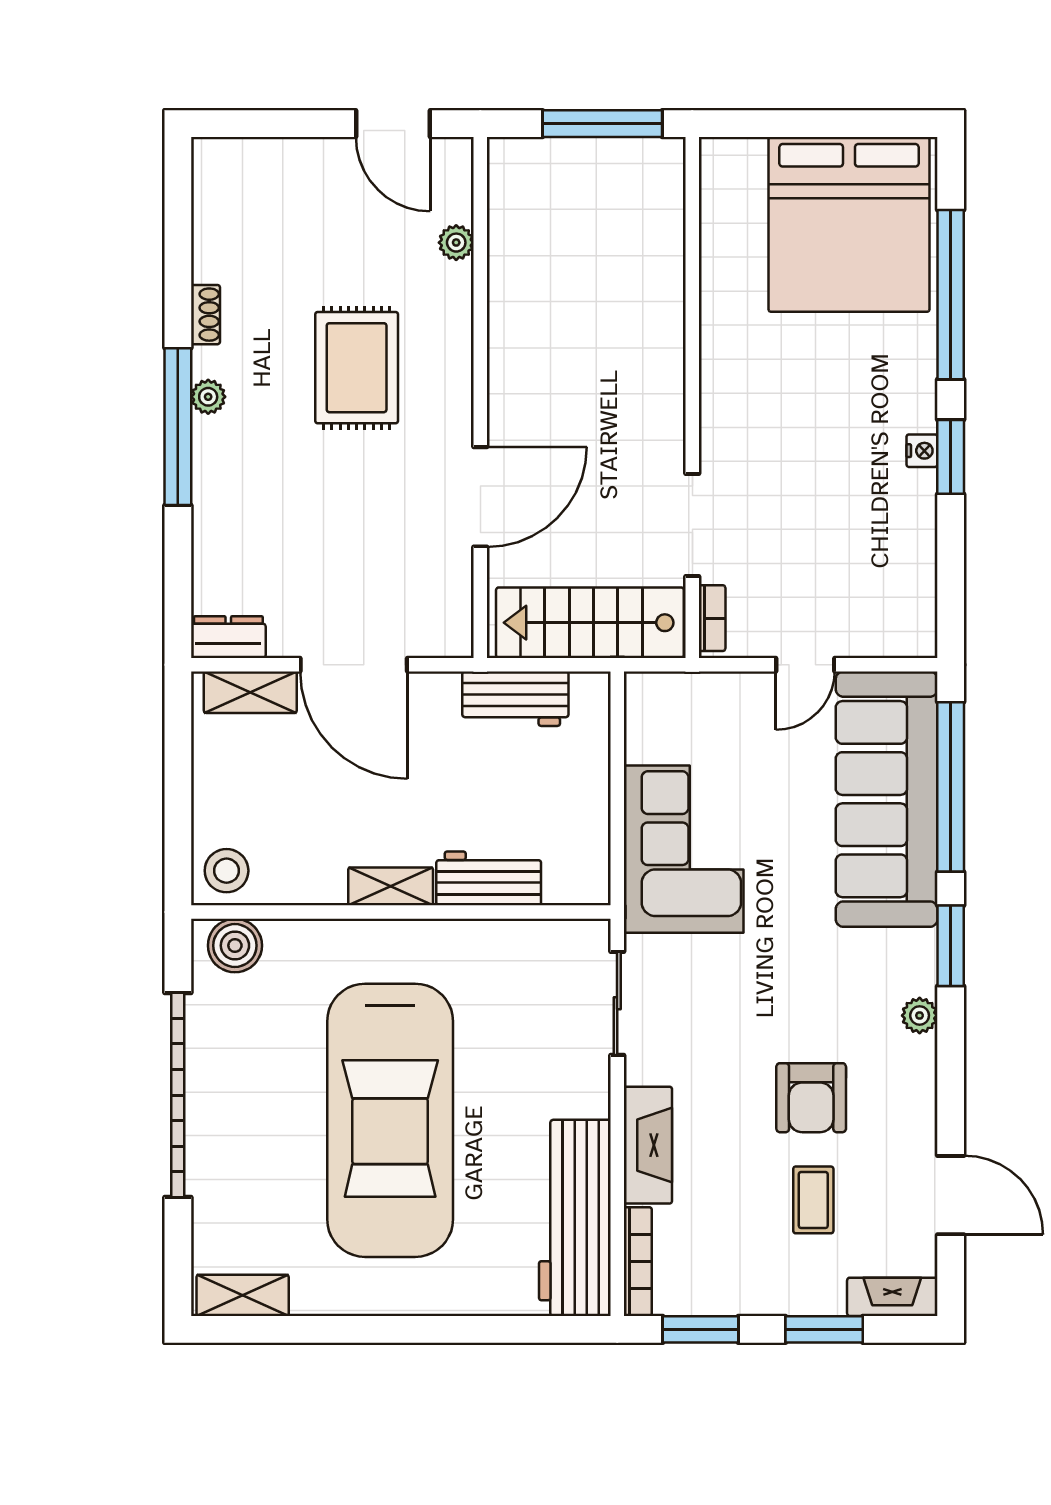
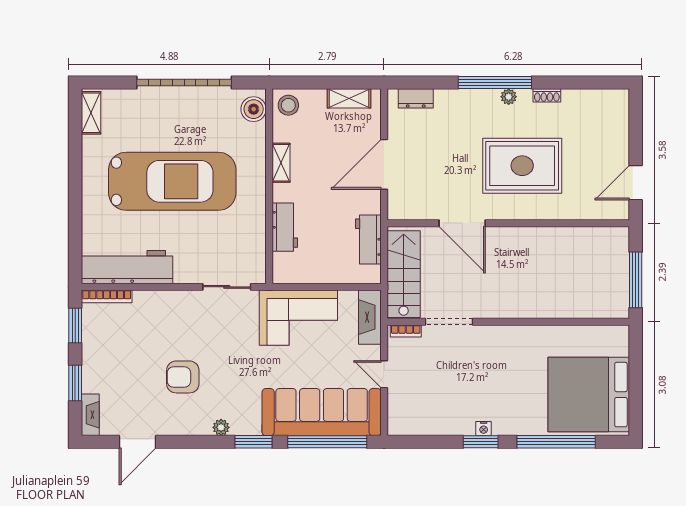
plant: (456, 243) -> (580, 212), removed
rug: (357, 368) -> (522, 166), width x1.37, depth x1.44
dresser: (228, 637) -> (416, 98), moved, turned 90
shelving: (250, 692) -> (349, 98), moved, turned 90
shelving: (391, 886) -> (281, 163), moved
car: (390, 1120) -> (172, 181), turned 180
fireplace: (648, 1145) -> (370, 317), moved, turned 90
coffee table: (813, 1200) -> (135, 378), removed

